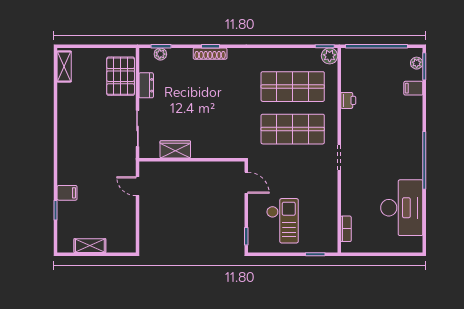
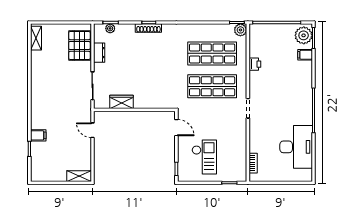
plant: (417, 63) -> (304, 35), width x1.88, depth x1.88
shelving: (90, 246) -> (79, 176), moved

